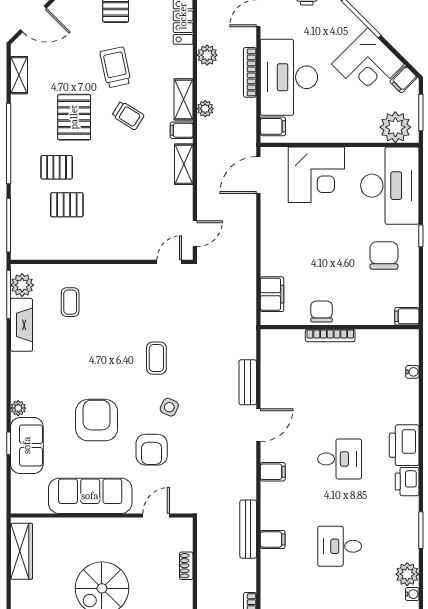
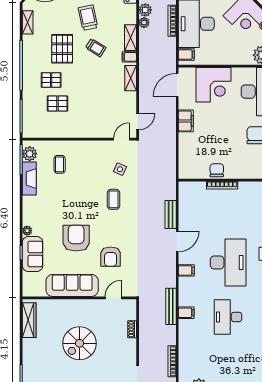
plant: (205, 109) -> (144, 23), moved
filing cabinet: (272, 294) -> (186, 121), moved
side table: (169, 407) -> (120, 169), moved
desk: (340, 459) -> (228, 262), width x1.87, depth x1.30
desk: (340, 546) -> (228, 317), width x1.37

